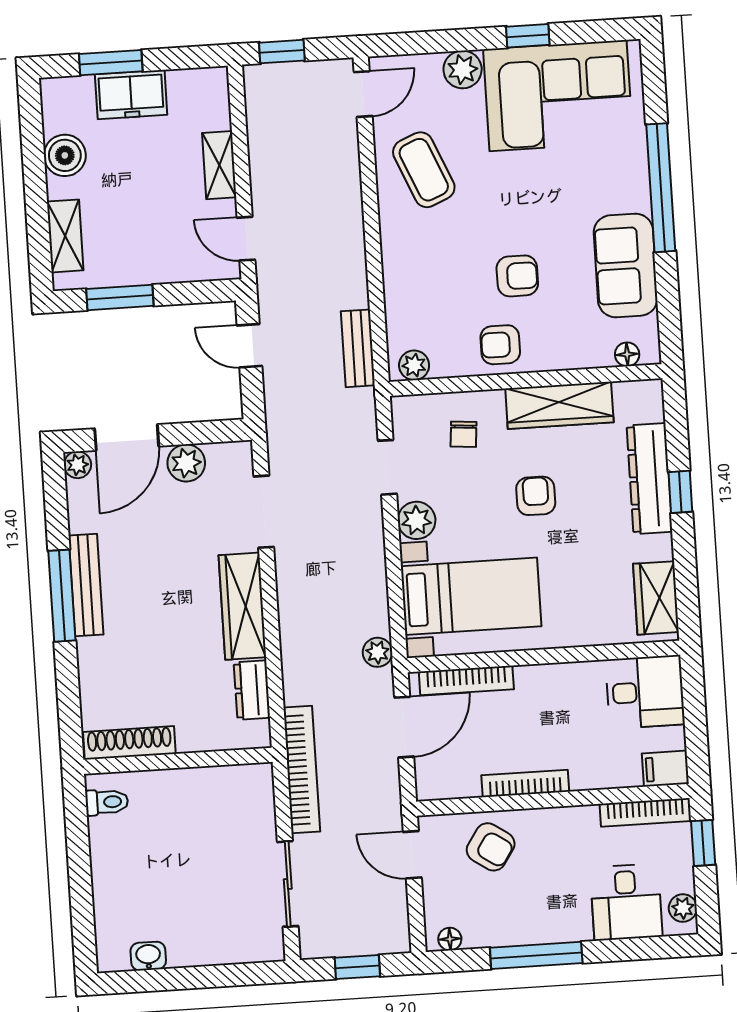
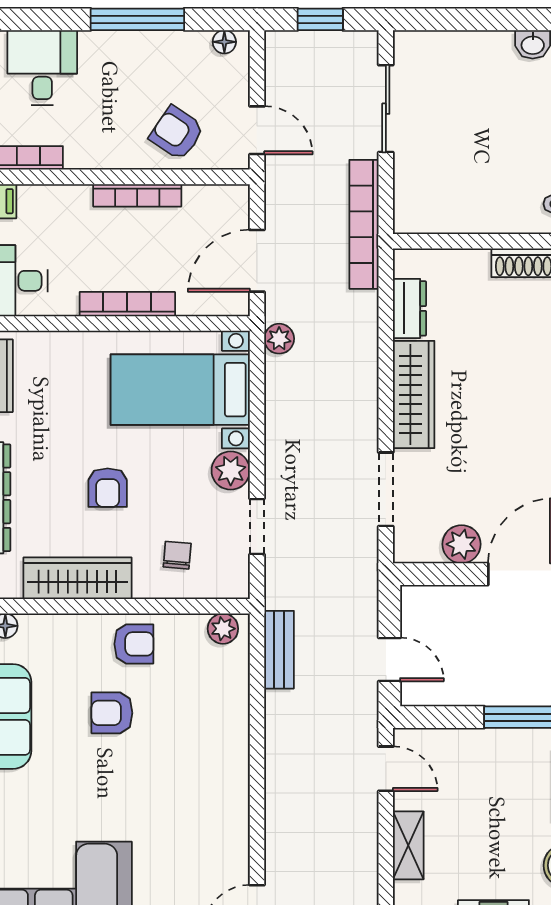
coffee table: (424, 170) -> (200, 827), removed
bookcase: (466, 680) -> (127, 304), moved

